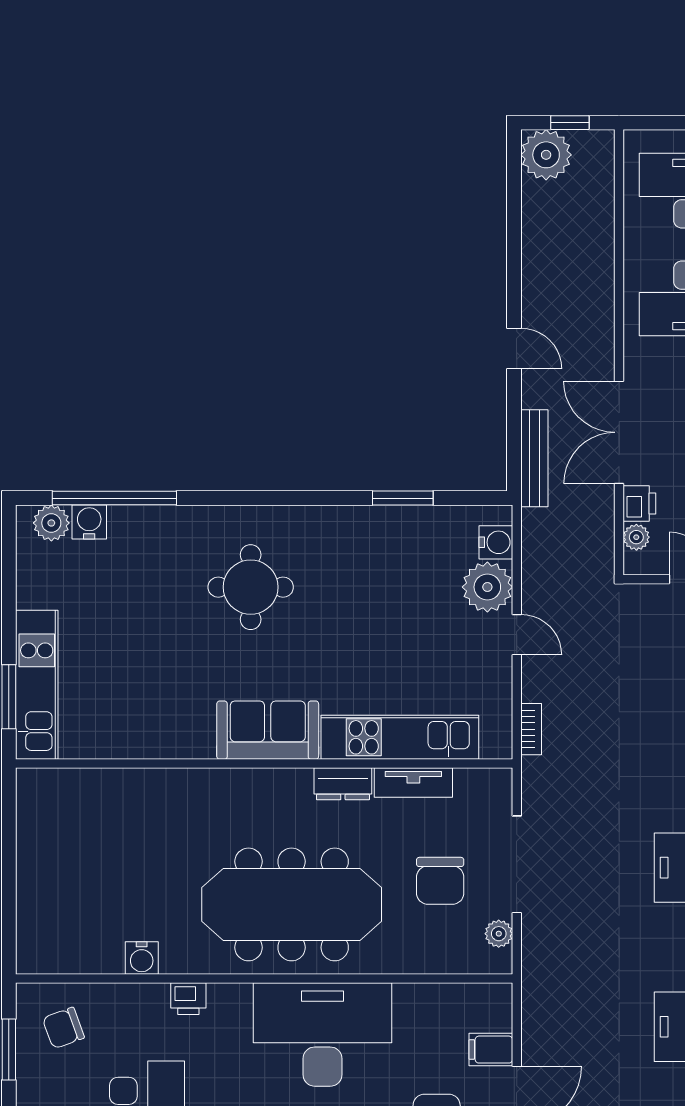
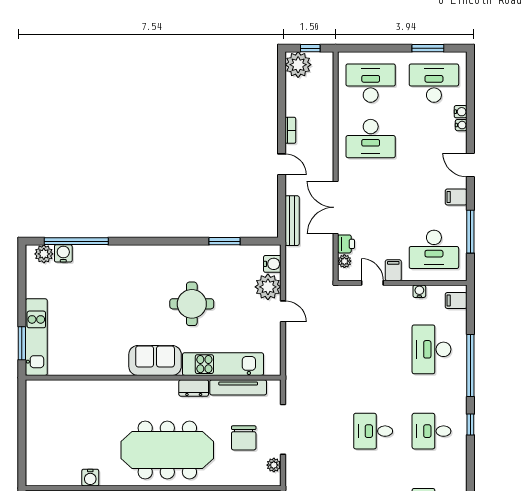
round table: (251, 587) -> (192, 304), moved
bookcase: (531, 729) -> (290, 130), moved
tv unit: (413, 783) -> (238, 387), width x1.41

